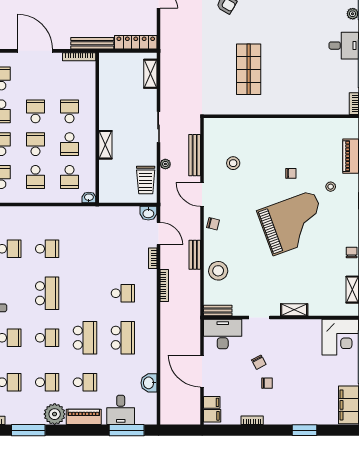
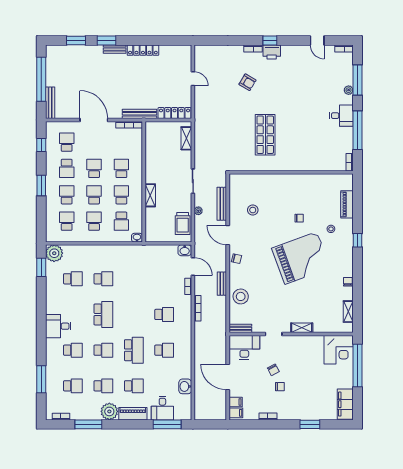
school desk: (70, 144) -> (121, 195), turned 180
school desk: (35, 177) -> (94, 221), turned 180
school desk: (123, 338) -> (164, 350), width x0.54

